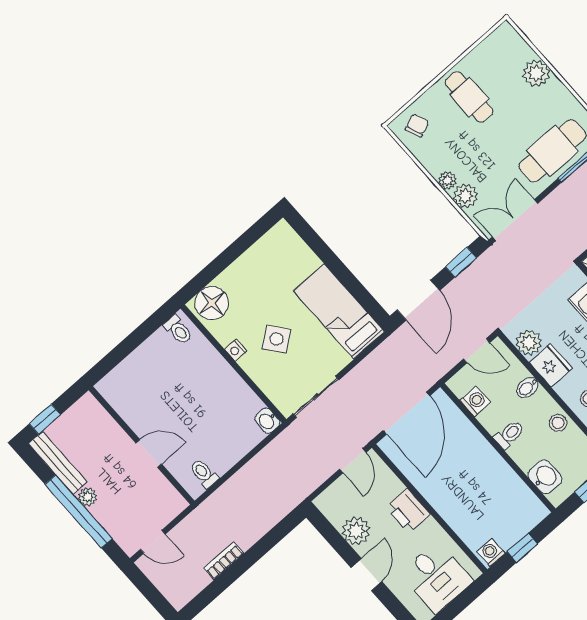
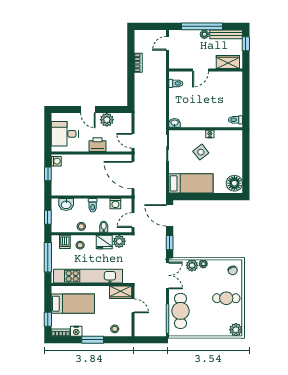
plant: (536, 73) -> (236, 330), moved
floor lamp: (212, 303) -> (234, 183), moved
wardrobe: (98, 422) -> (228, 62), added

